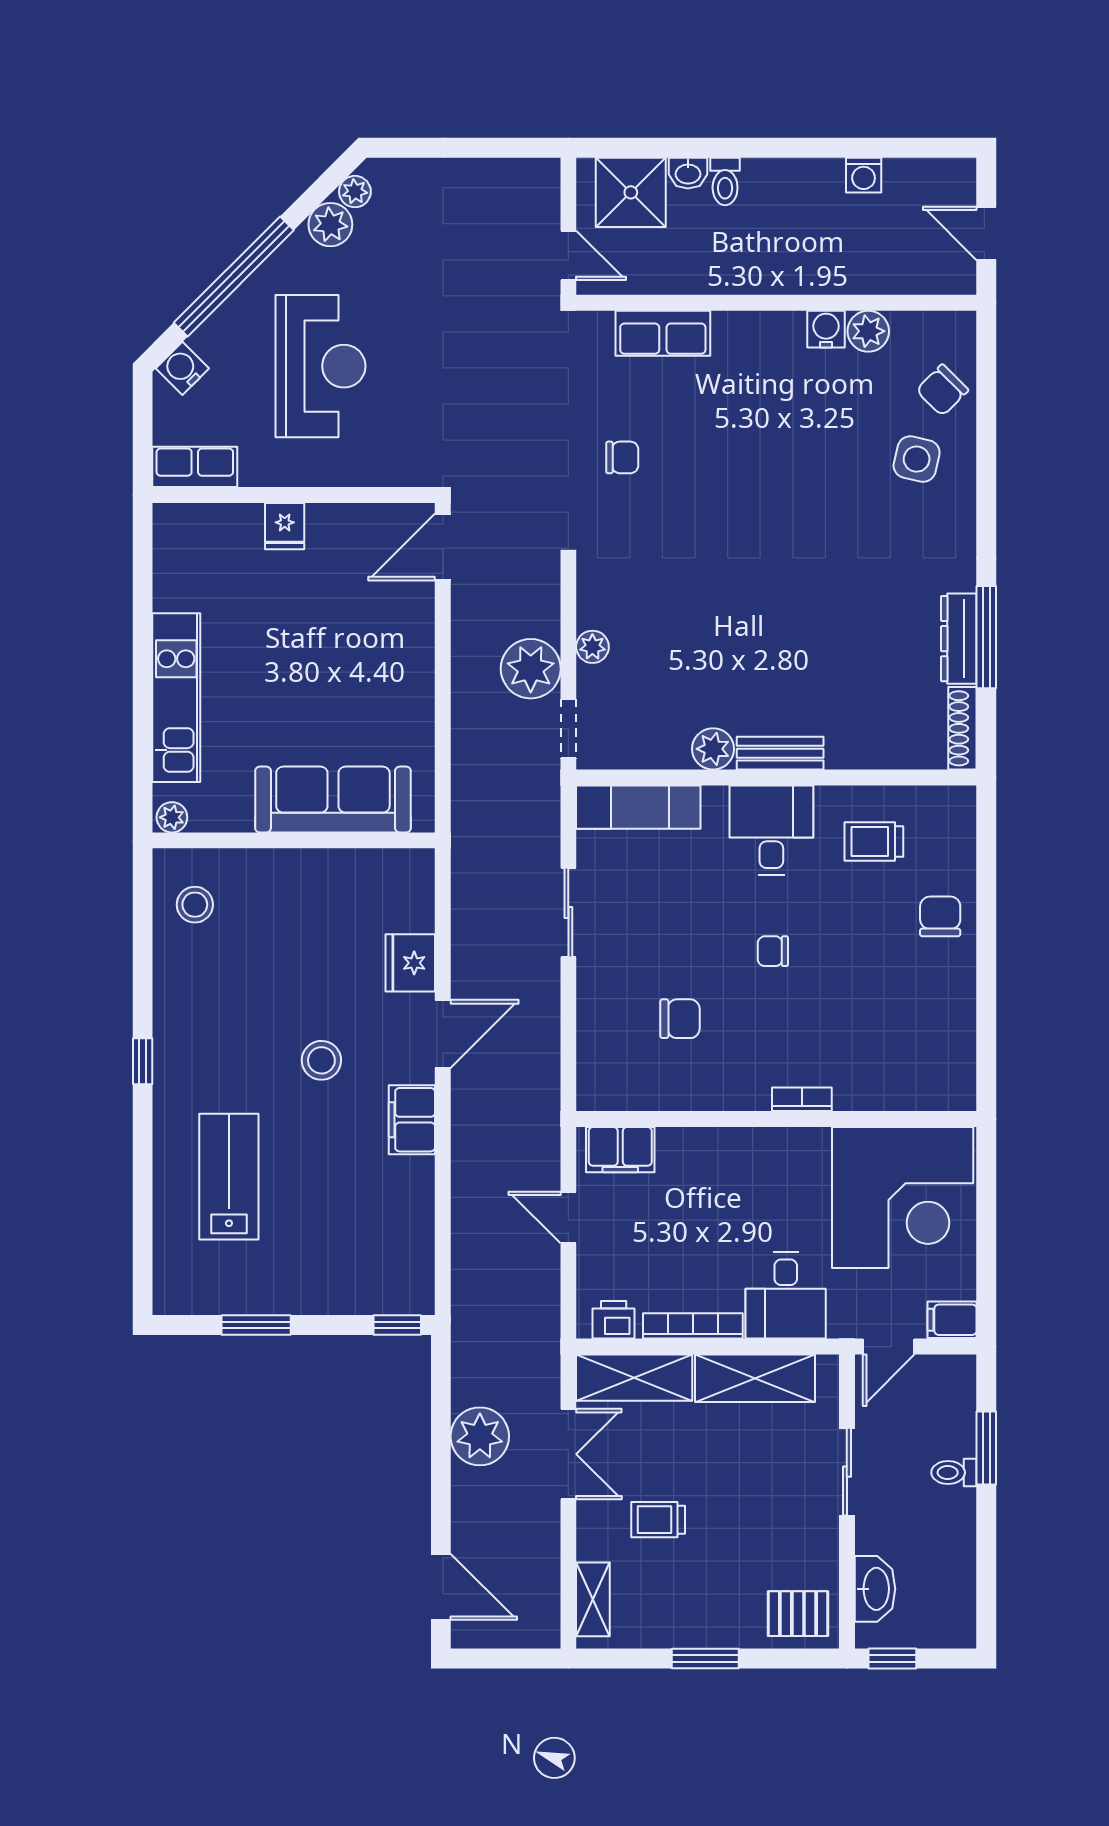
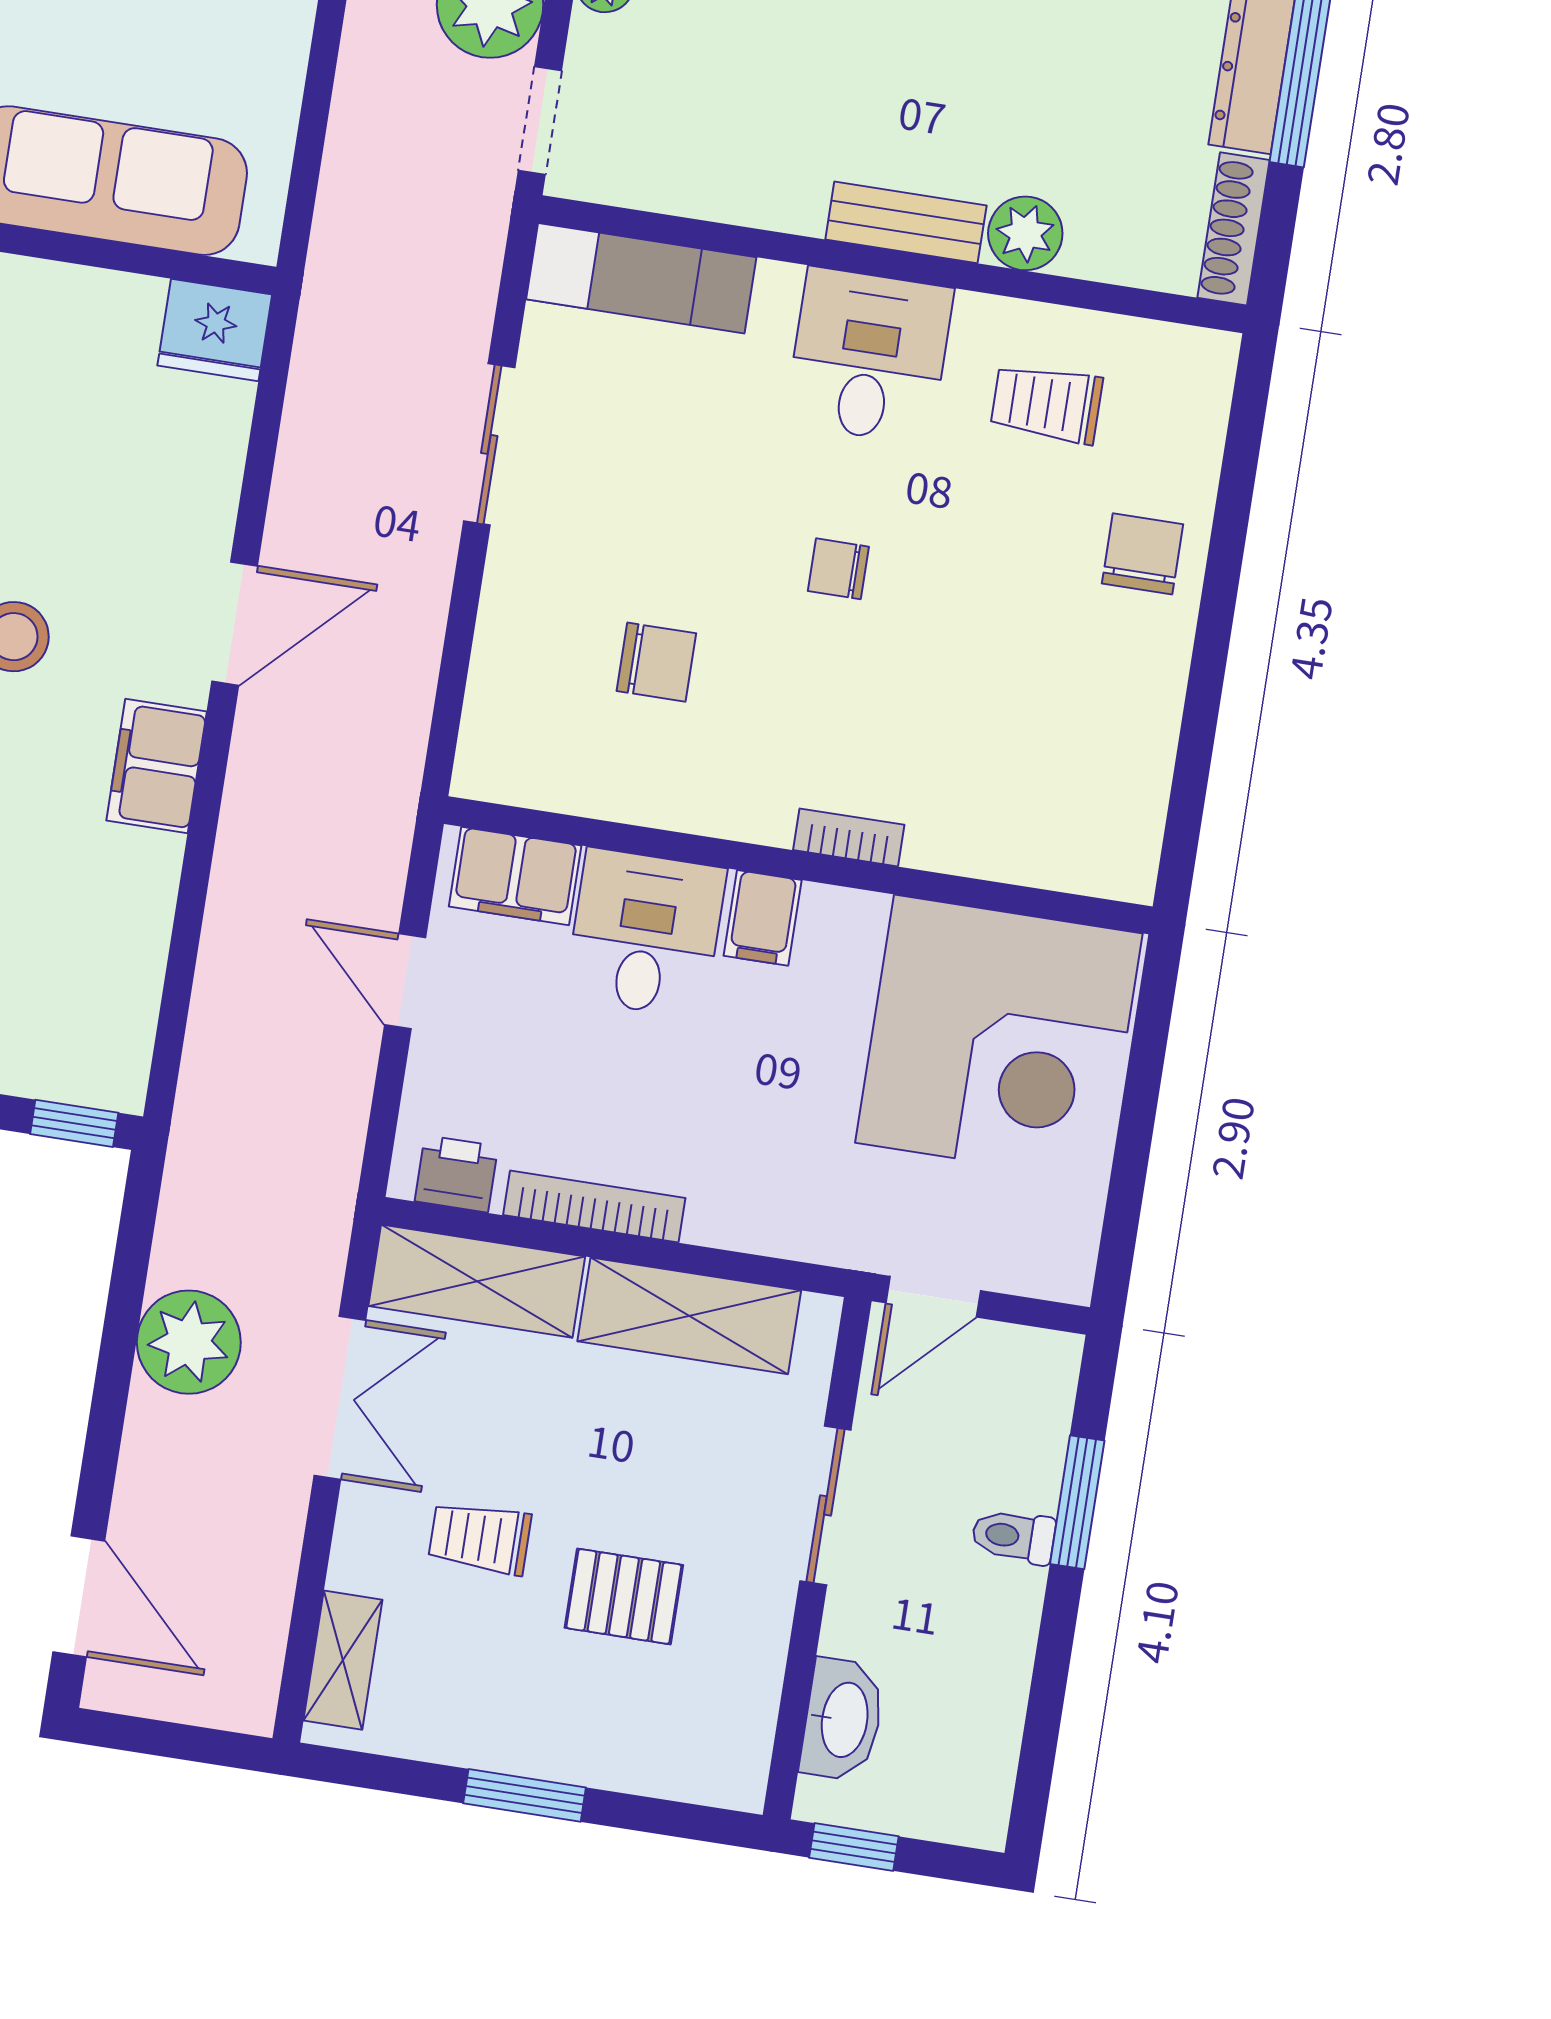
plant: (713, 749) -> (1025, 233), moved
fridge: (410, 963) -> (215, 330), moved, turned -90
desk: (786, 1296) -> (645, 933), moved, turned 180
filing cabinet: (952, 1320) -> (763, 918), moved, turned -90
pallet: (798, 1614) -> (624, 1596), moved

